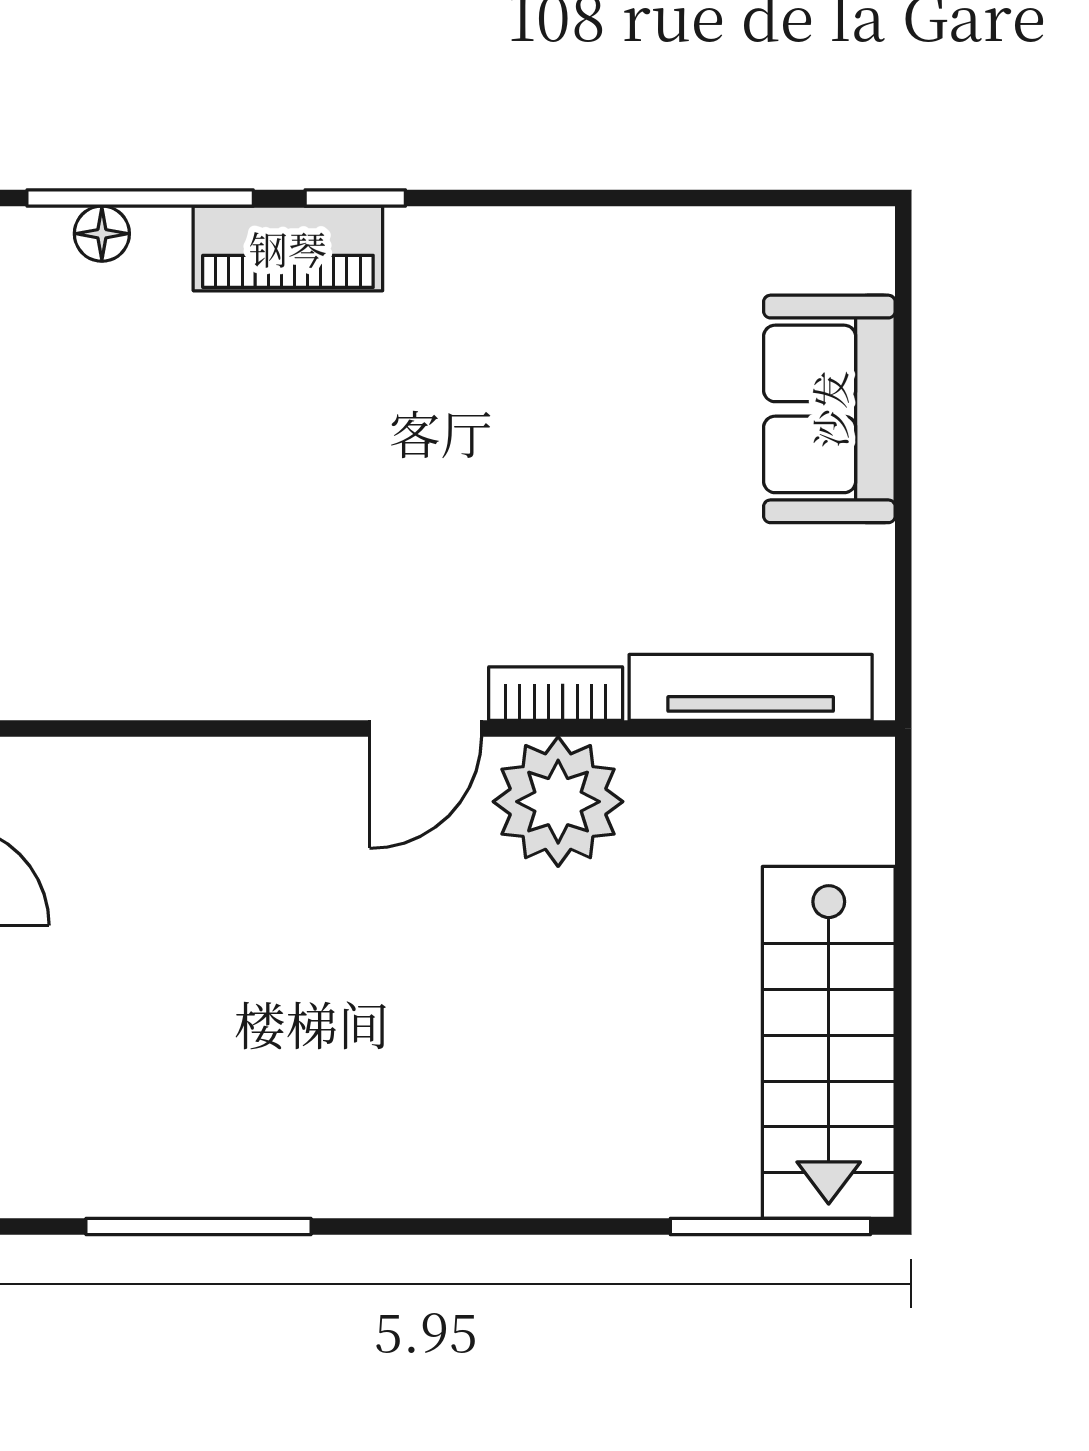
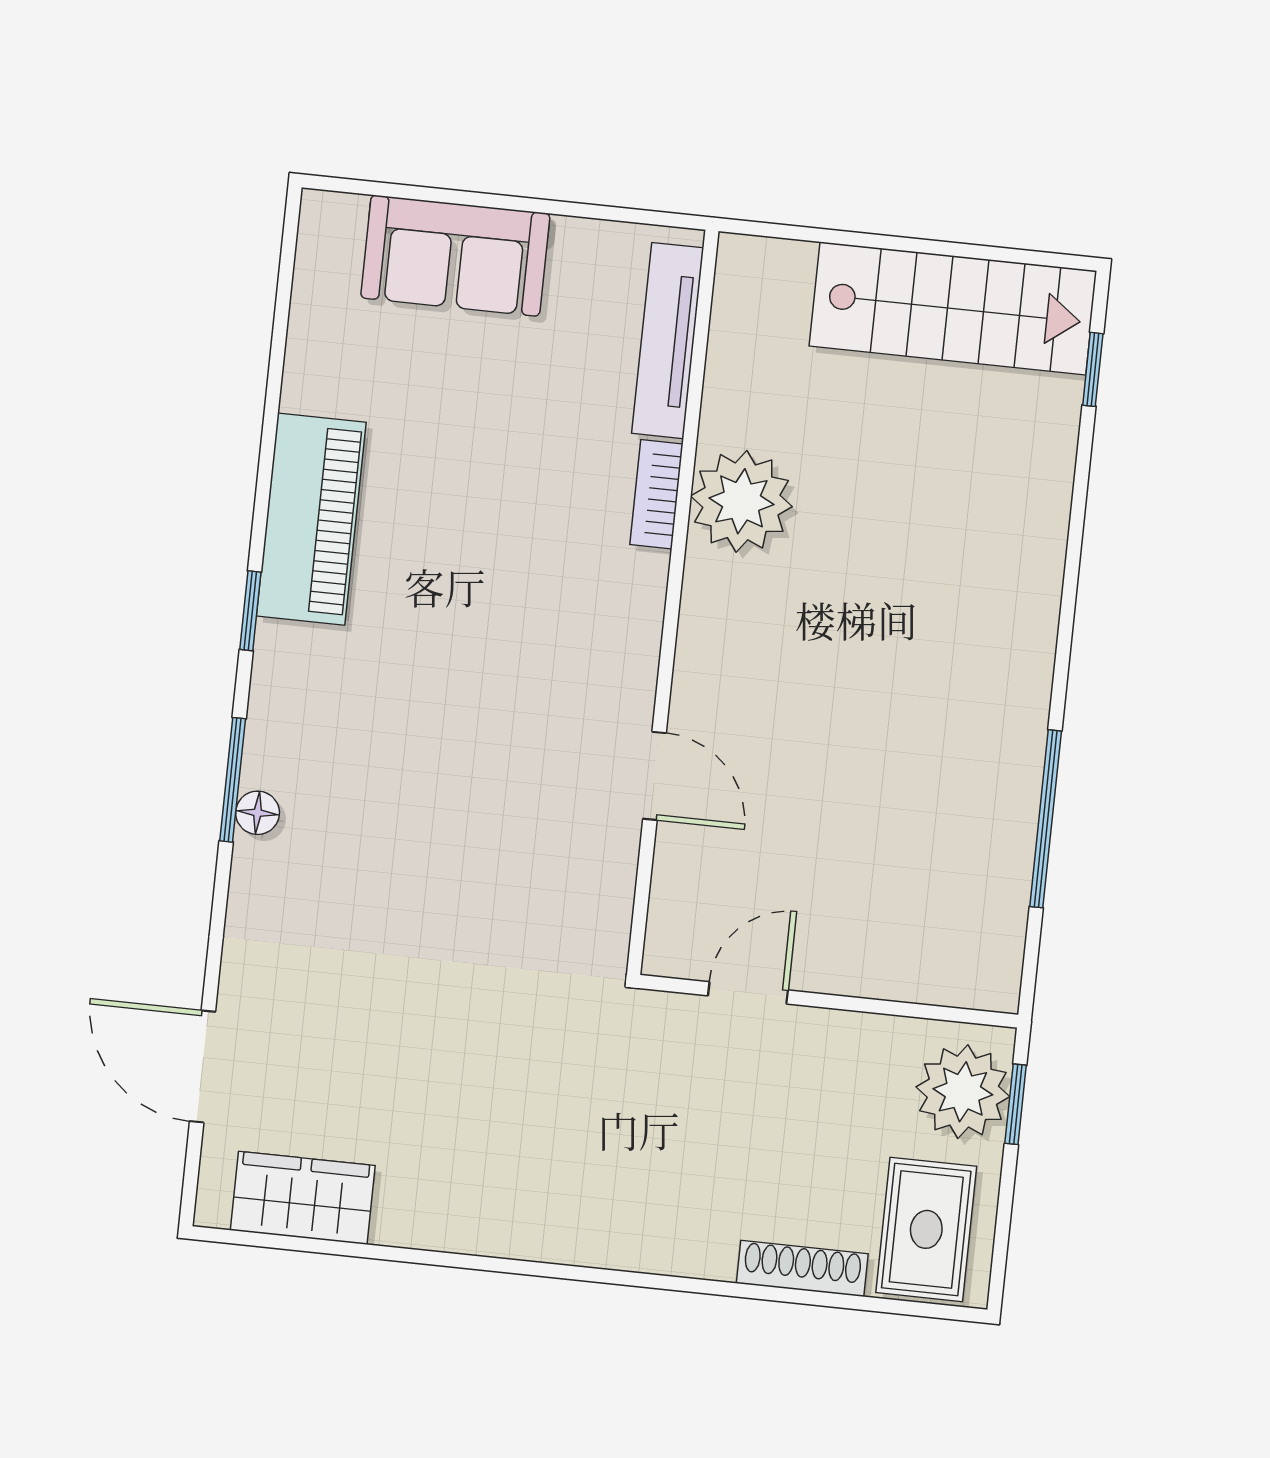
window: (140, 198) -> (233, 780), width x0.69
piano: (288, 248) -> (311, 519), moved, width x1.37, depth x1.33
door: (426, 729) -> (655, 776), moved
window: (770, 1226) -> (1093, 369), width x0.46

